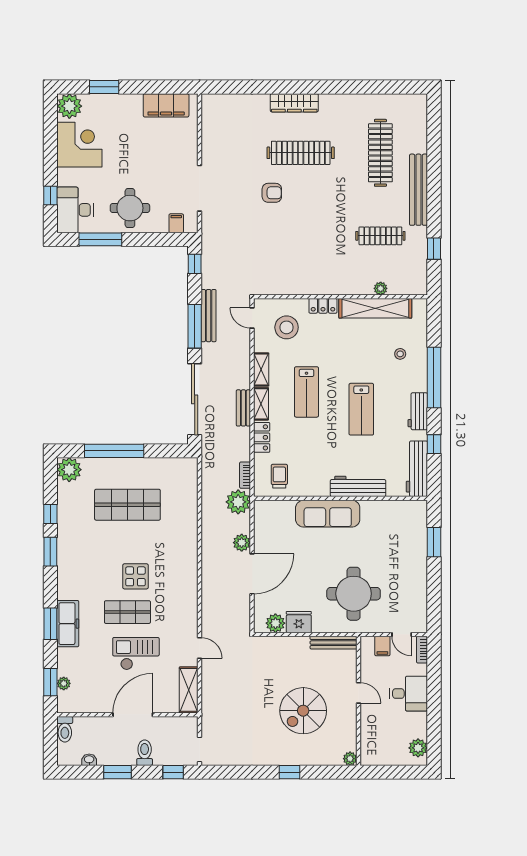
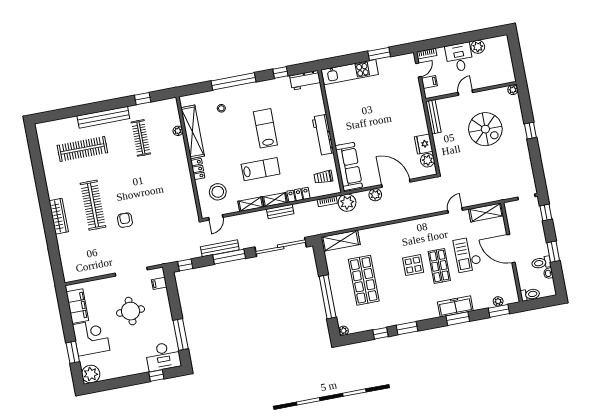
corner desk: (79, 145) -> (91, 337), moved, turned 90
round table: (130, 208) -> (131, 311), moved
lab bench: (361, 409) -> (265, 128), turned -90
workbench: (418, 411) -> (259, 88), removed
workbench: (417, 469) -> (305, 80), width x0.73
plant: (69, 470) -> (344, 331), width x0.53, depth x0.53
shelving: (188, 483) -> (341, 241), added
workbench: (358, 486) -> (323, 135), moved
sofa: (328, 514) -> (349, 166), moved
kitchen unit: (417, 540) -> (350, 72), added
window: (434, 542) -> (379, 54), moved
round table: (354, 594) -> (396, 109), removed
plant: (418, 748) -> (478, 47), moved
toilet: (145, 753) -> (541, 263), moved

